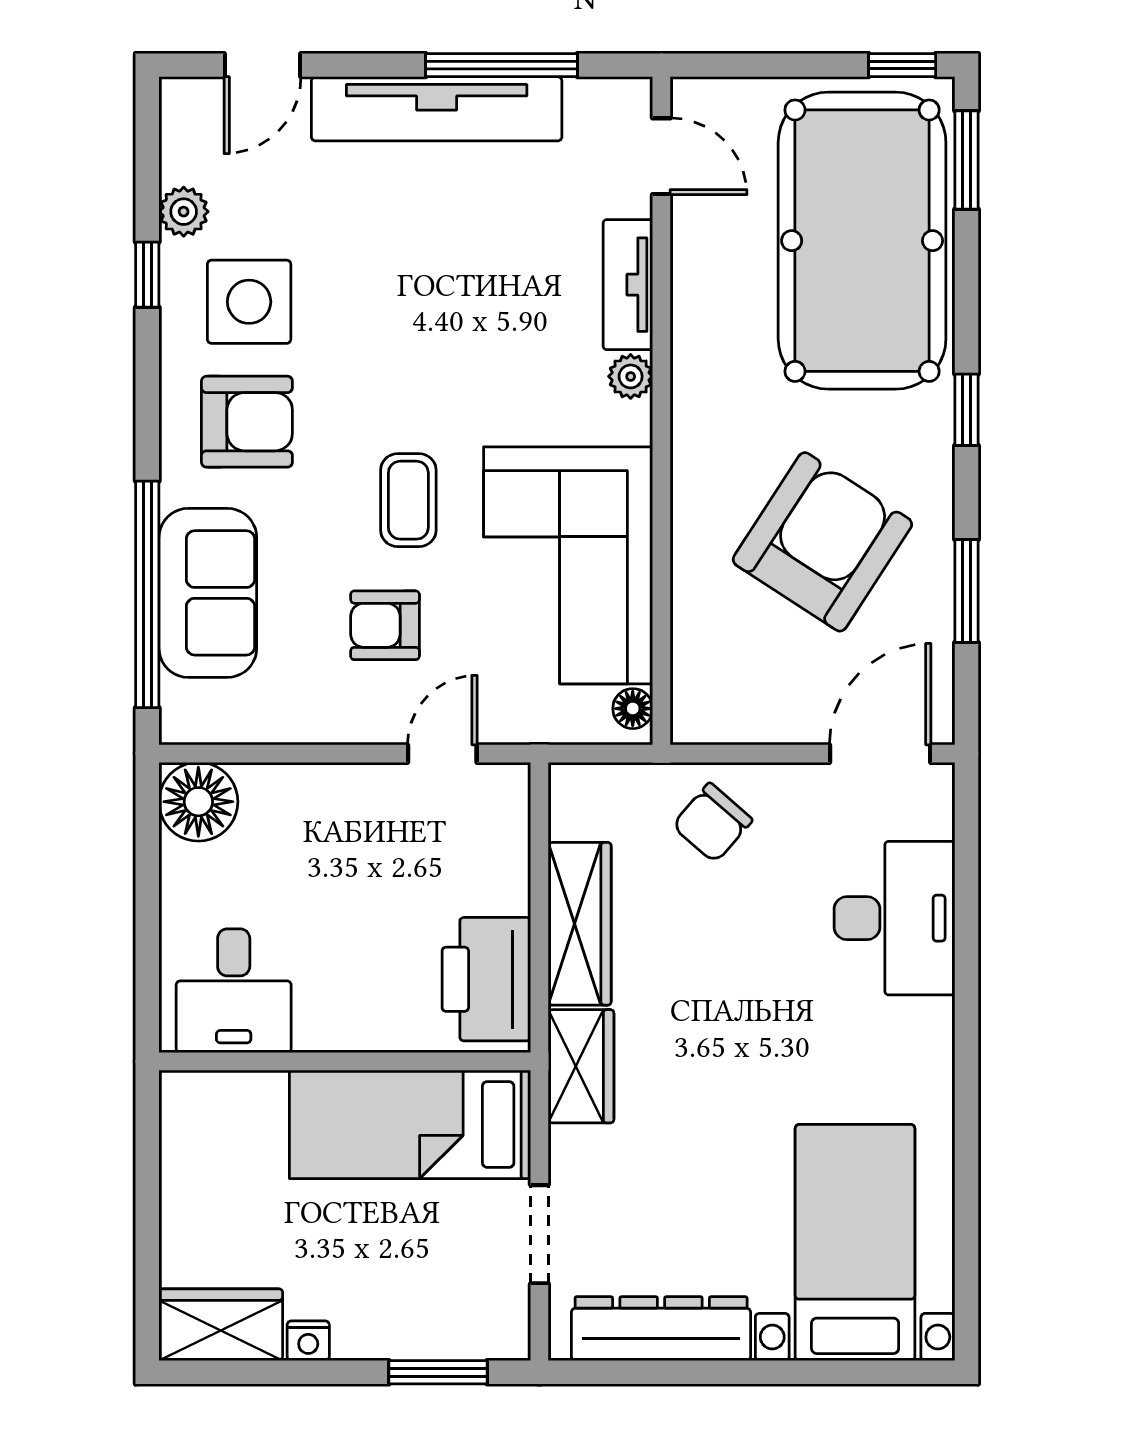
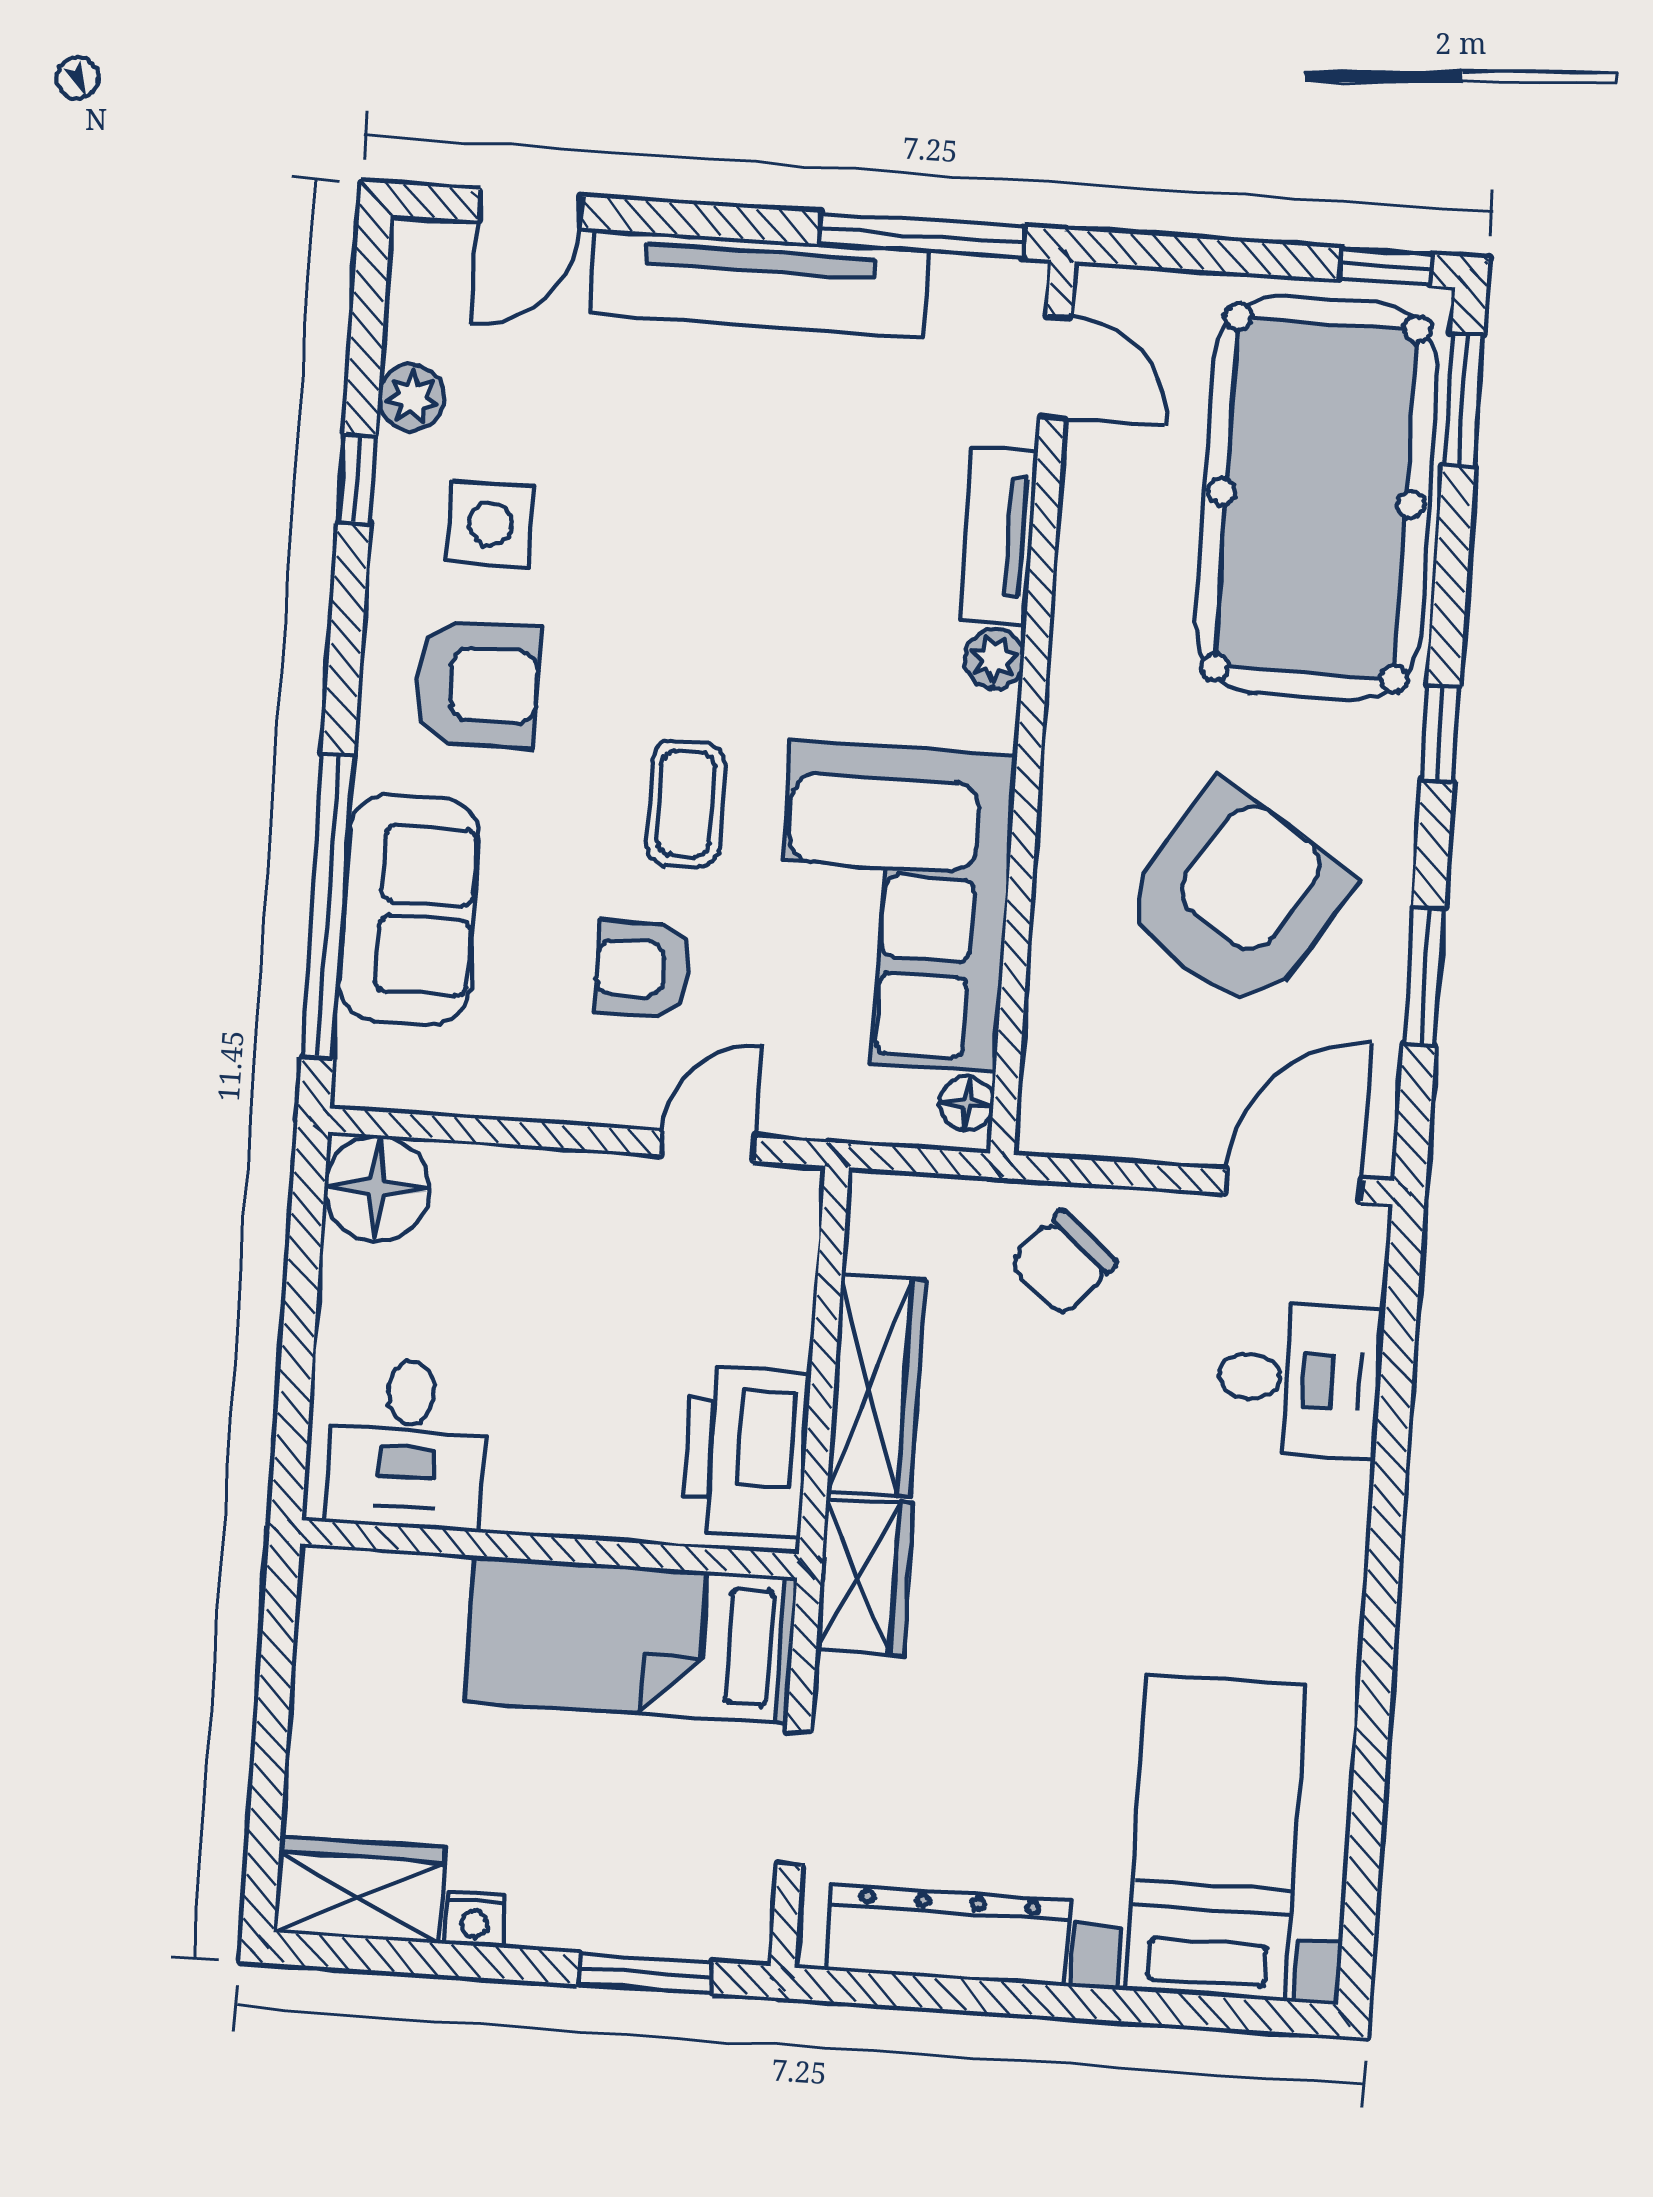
window: (502, 65) -> (921, 235), moved
side table: (249, 302) -> (491, 524), width x0.73, depth x0.73
desk: (894, 918) -> (1300, 1379), width x0.73

